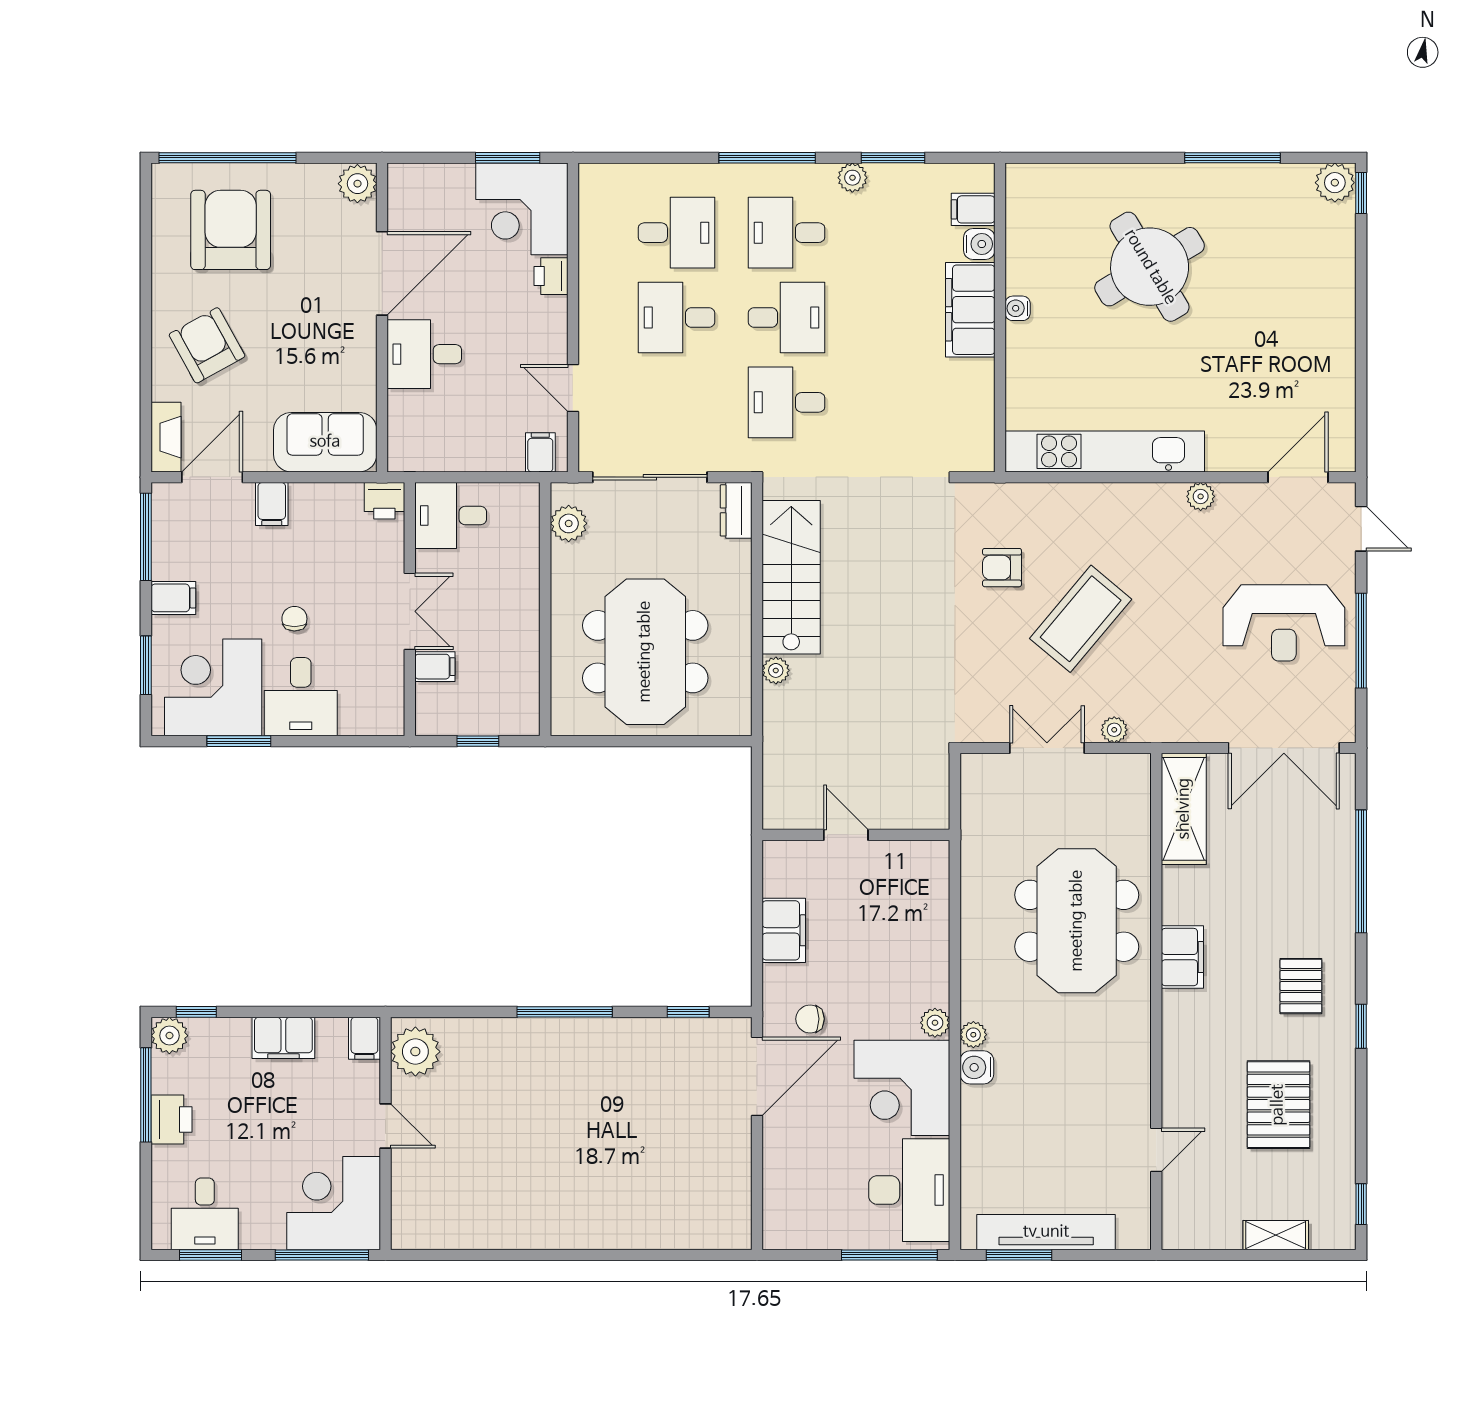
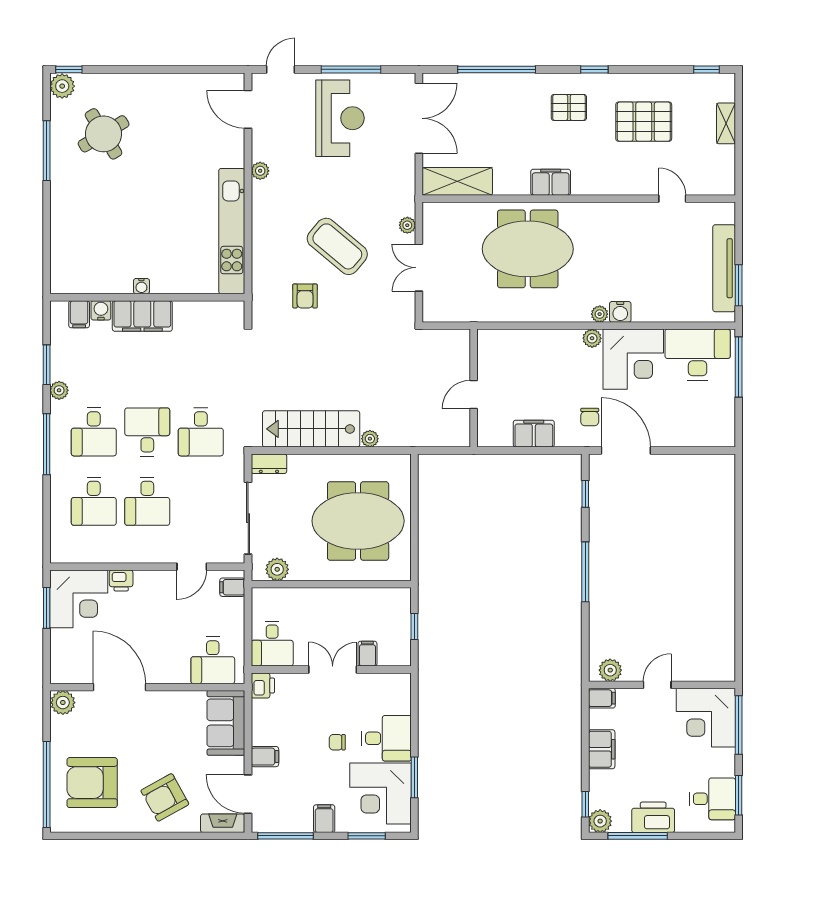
desk: (676, 233) -> (94, 501), turned 180
round table: (1150, 267) -> (104, 134), moved, width x0.73, depth x0.73
desk: (424, 354) -> (213, 660), moved
plant: (415, 1052) -> (610, 670), width x0.73, depth x0.73
printer: (171, 1120) -> (653, 817), width x1.37, depth x1.19

